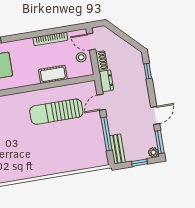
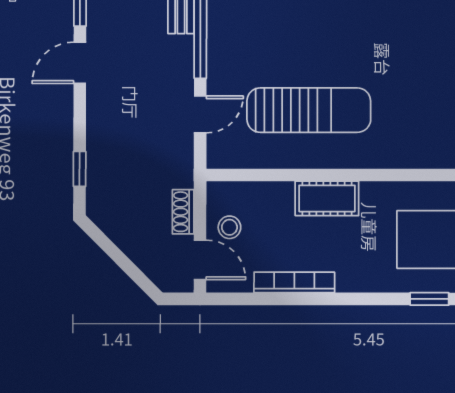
cot: (53, 74) -> (327, 198), moved
dresser: (106, 81) -> (180, 163), removed

